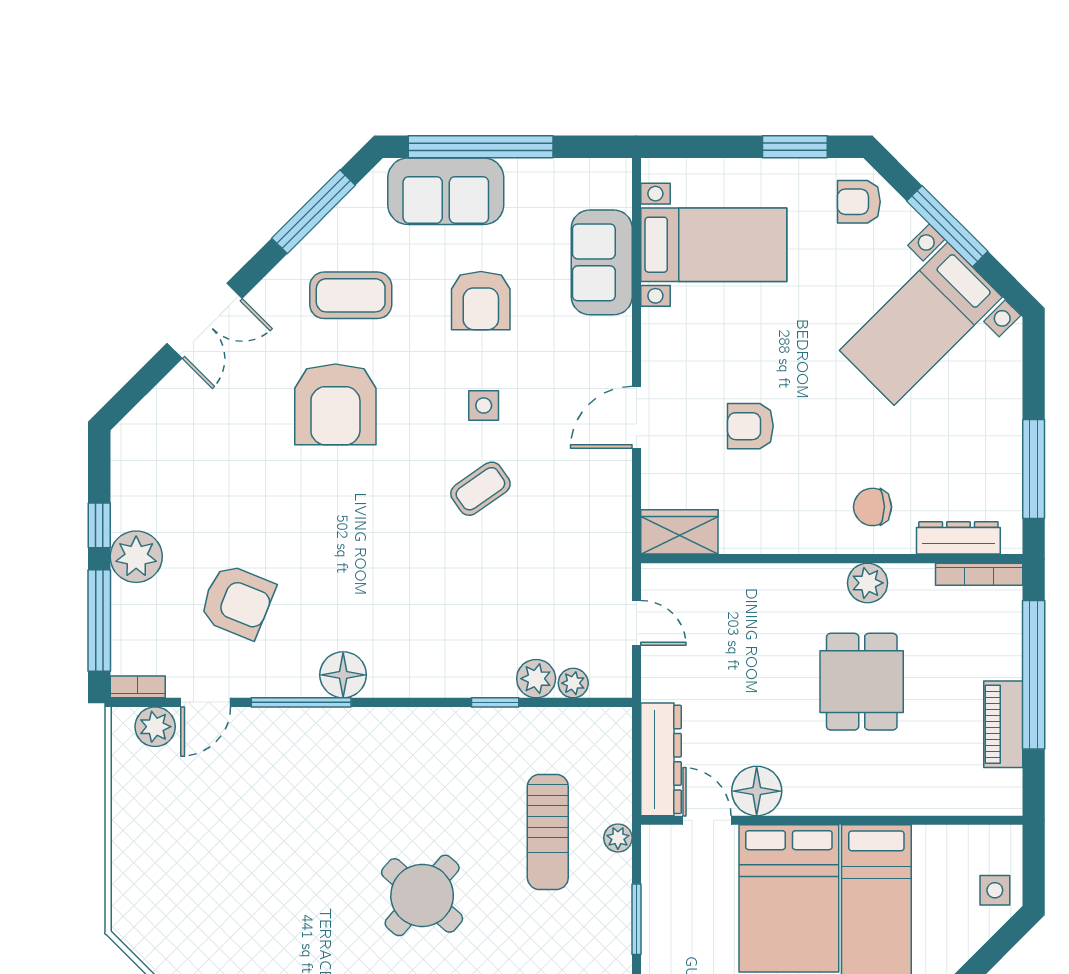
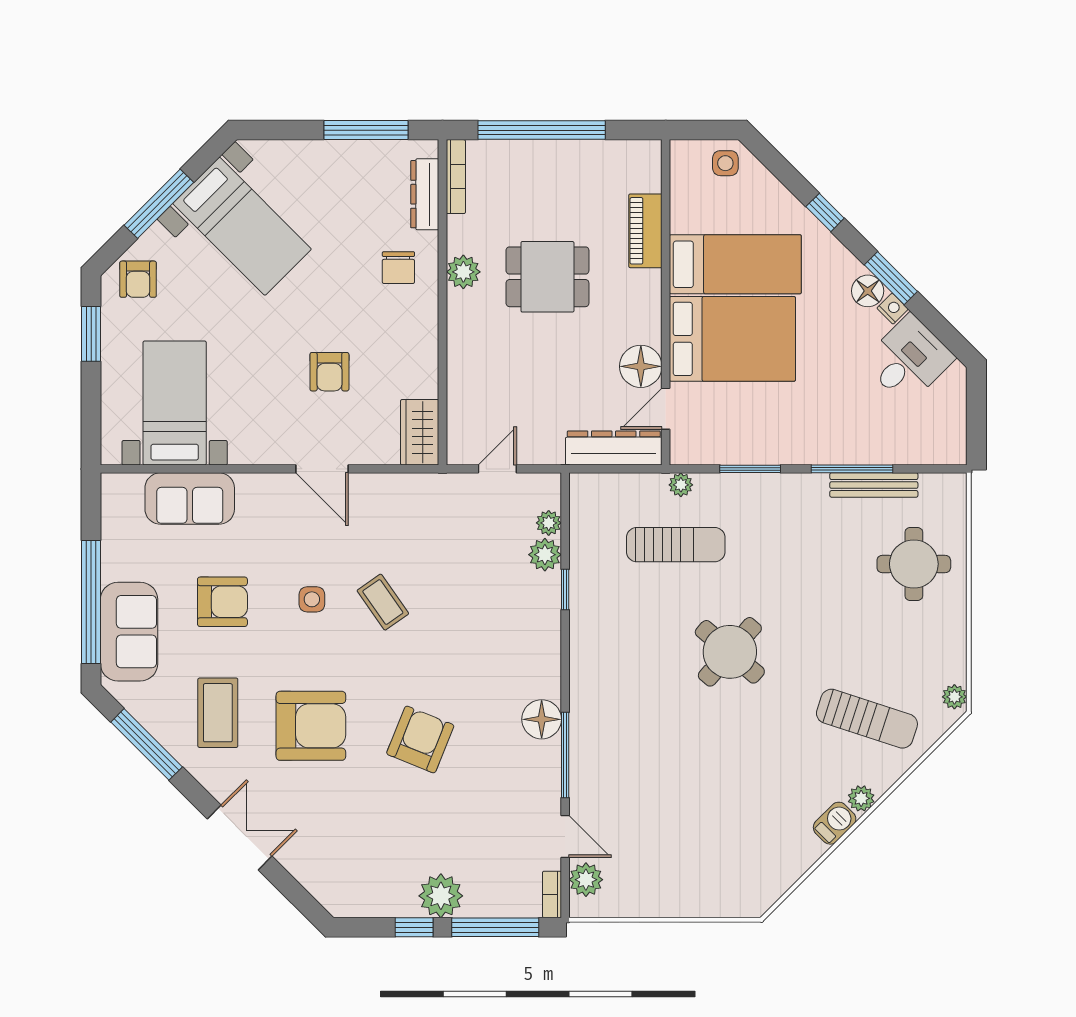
armchair: (237, 601) -> (420, 739), moved
piano: (1003, 724) -> (645, 231), moved, turned 90

